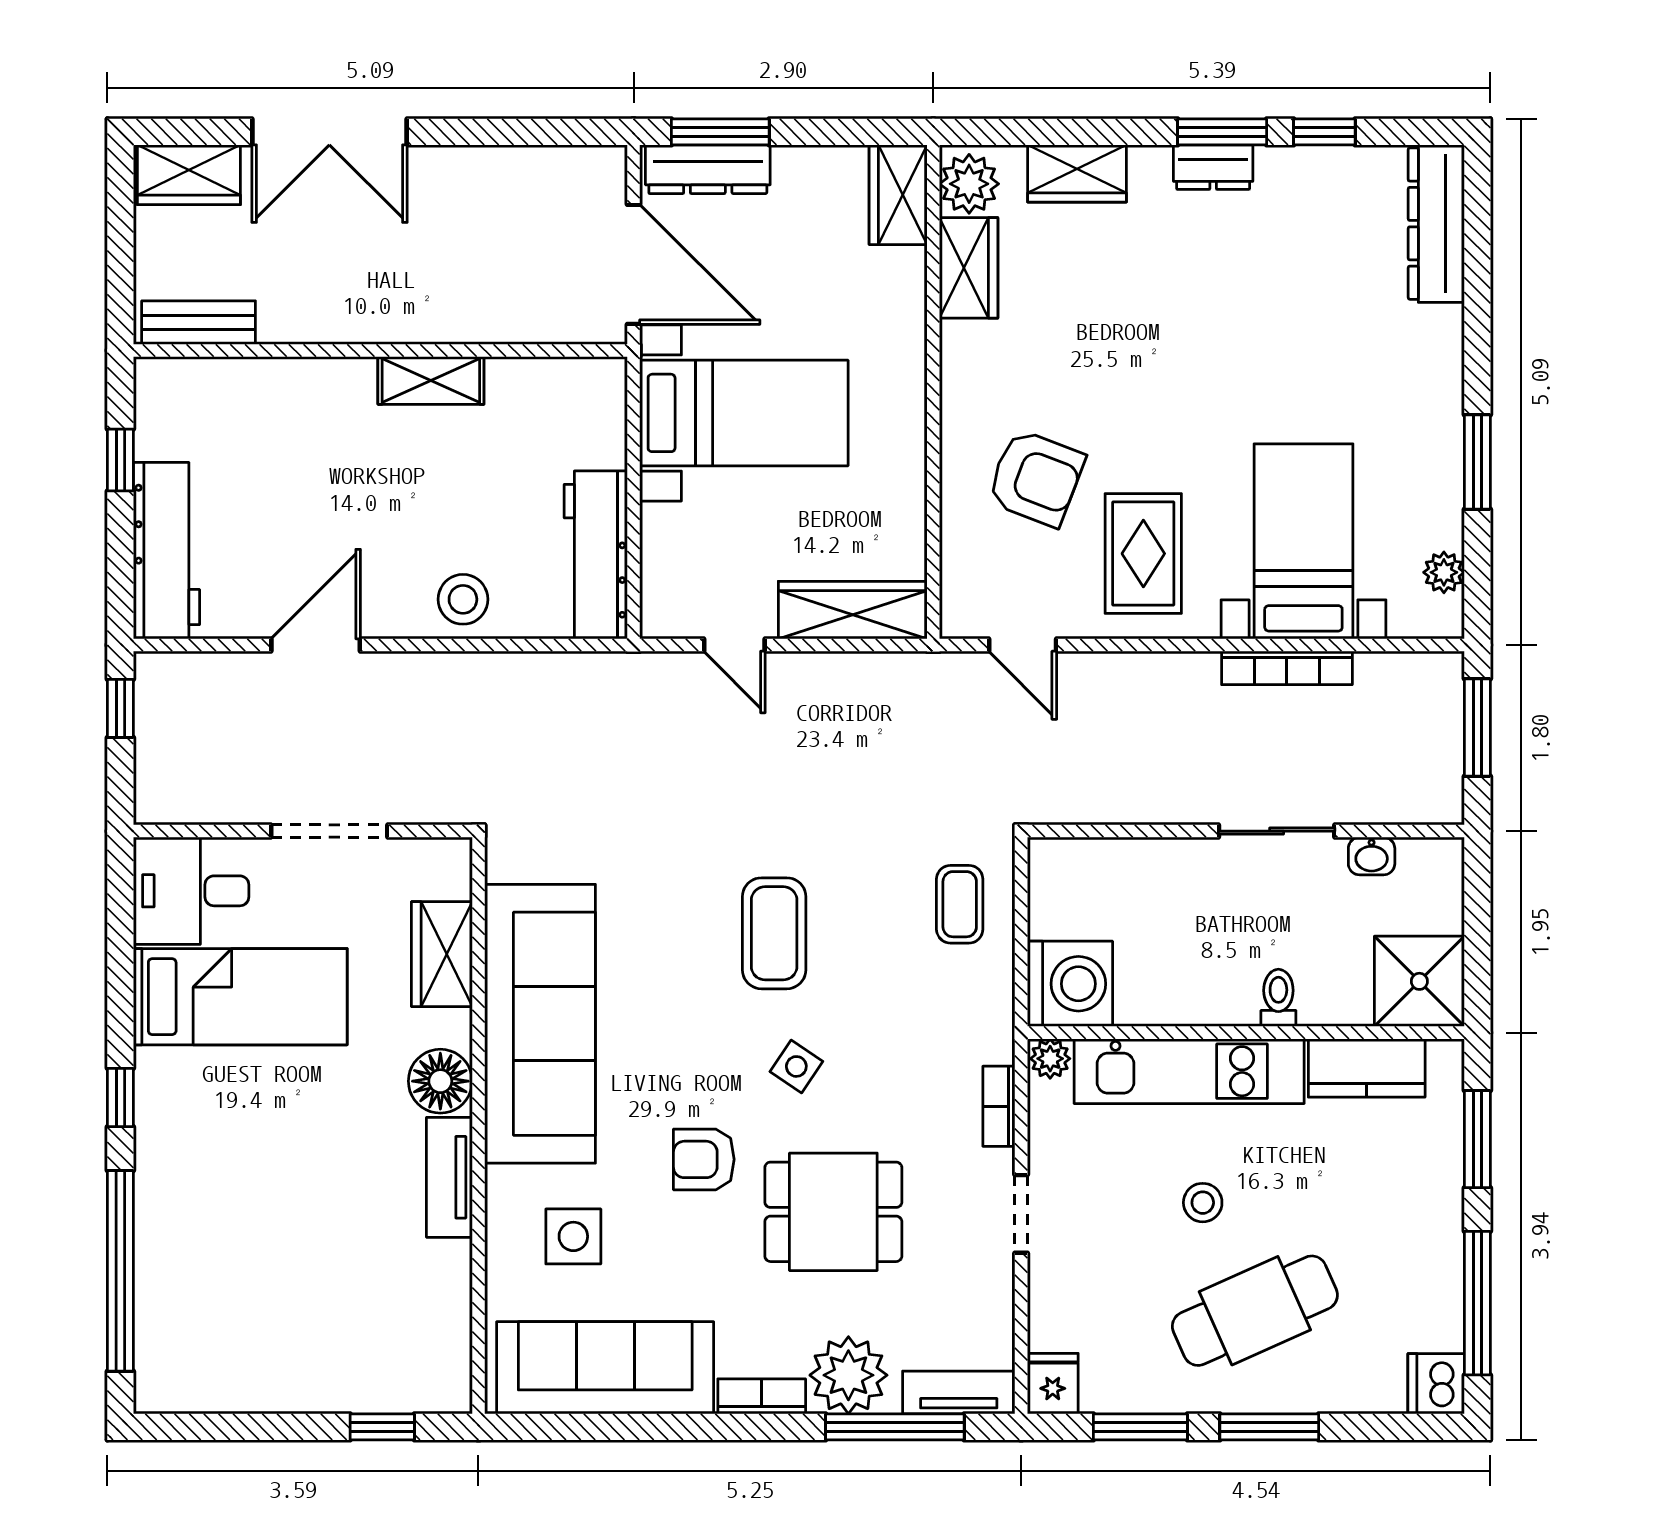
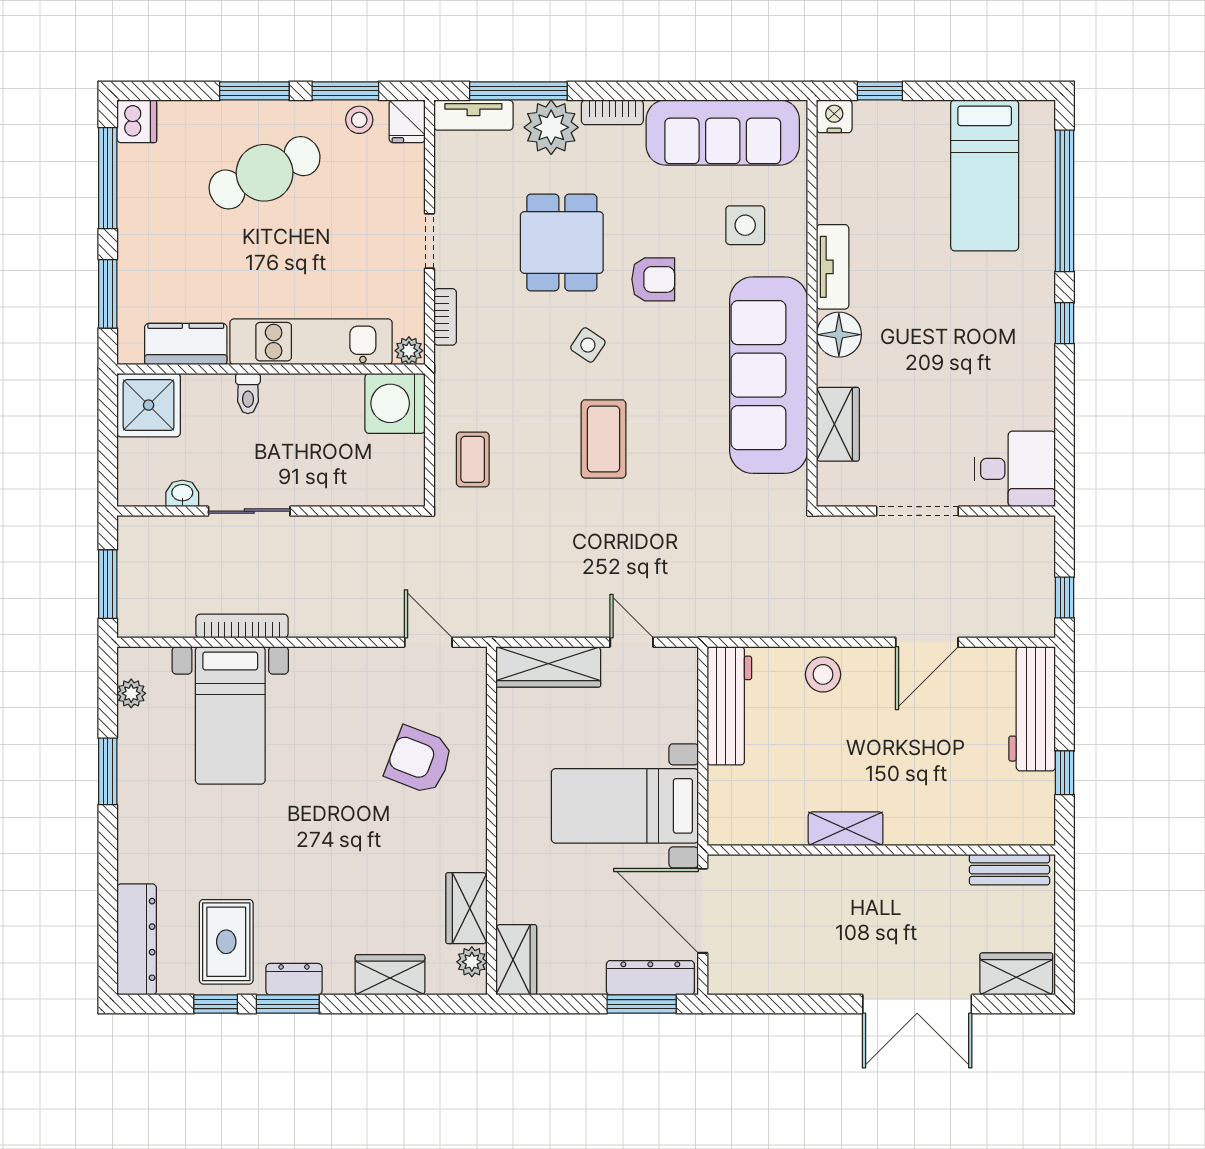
double door: (329, 132) -> (917, 1004), swing flipped
plant: (969, 184) -> (472, 962), width x0.73, depth x0.73
rug: (1143, 554) -> (226, 942), moved
bed: (240, 997) -> (985, 175), moved, turned -90
stool: (1203, 1203) -> (359, 120), moved
dining table: (833, 1212) -> (562, 243), turned 90
nightstand: (447, 1391) -> (834, 116), added

